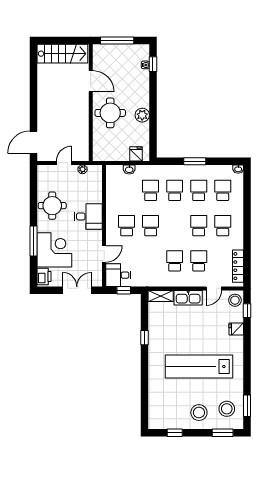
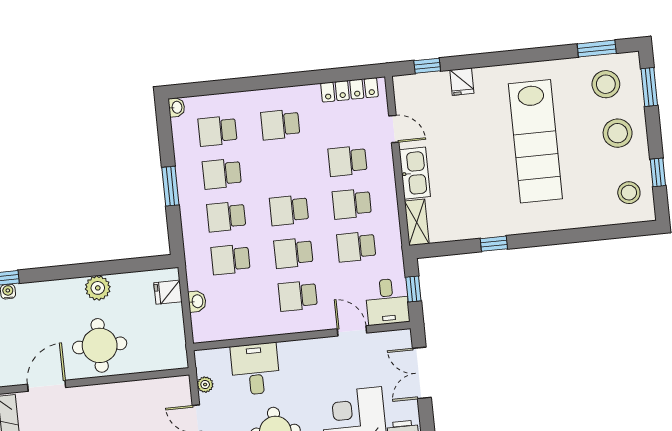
desk: (88, 216) -> (255, 369), moved
school desk: (199, 226) -> (289, 210), moved
school desk: (151, 261) -> (356, 247), added
stool: (235, 300) -> (629, 193), moved

